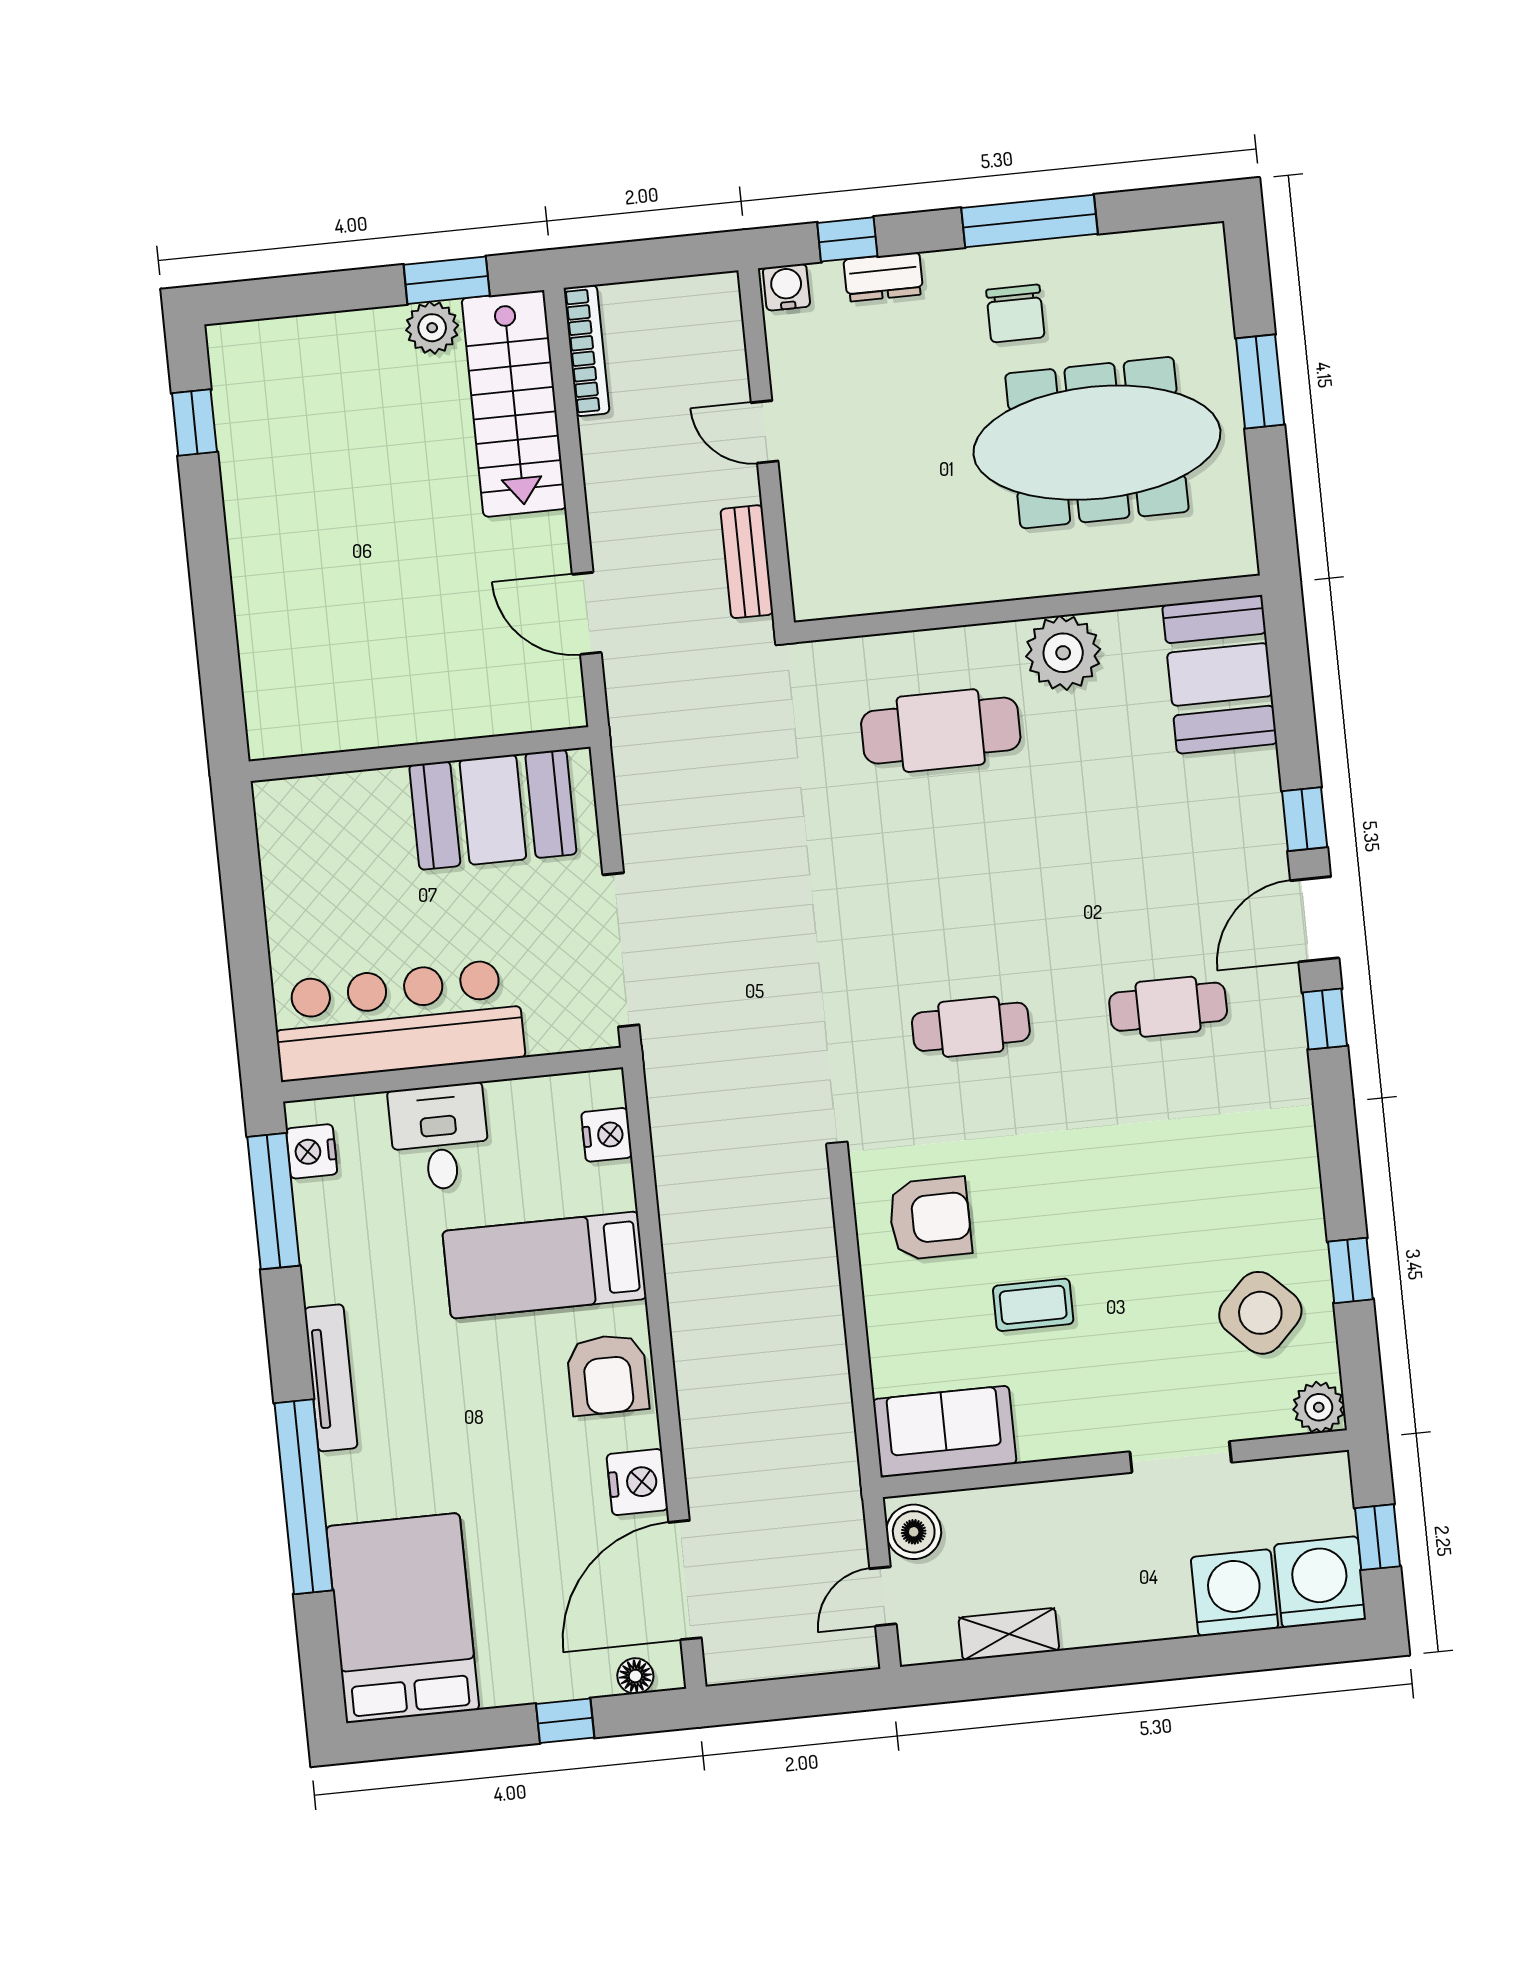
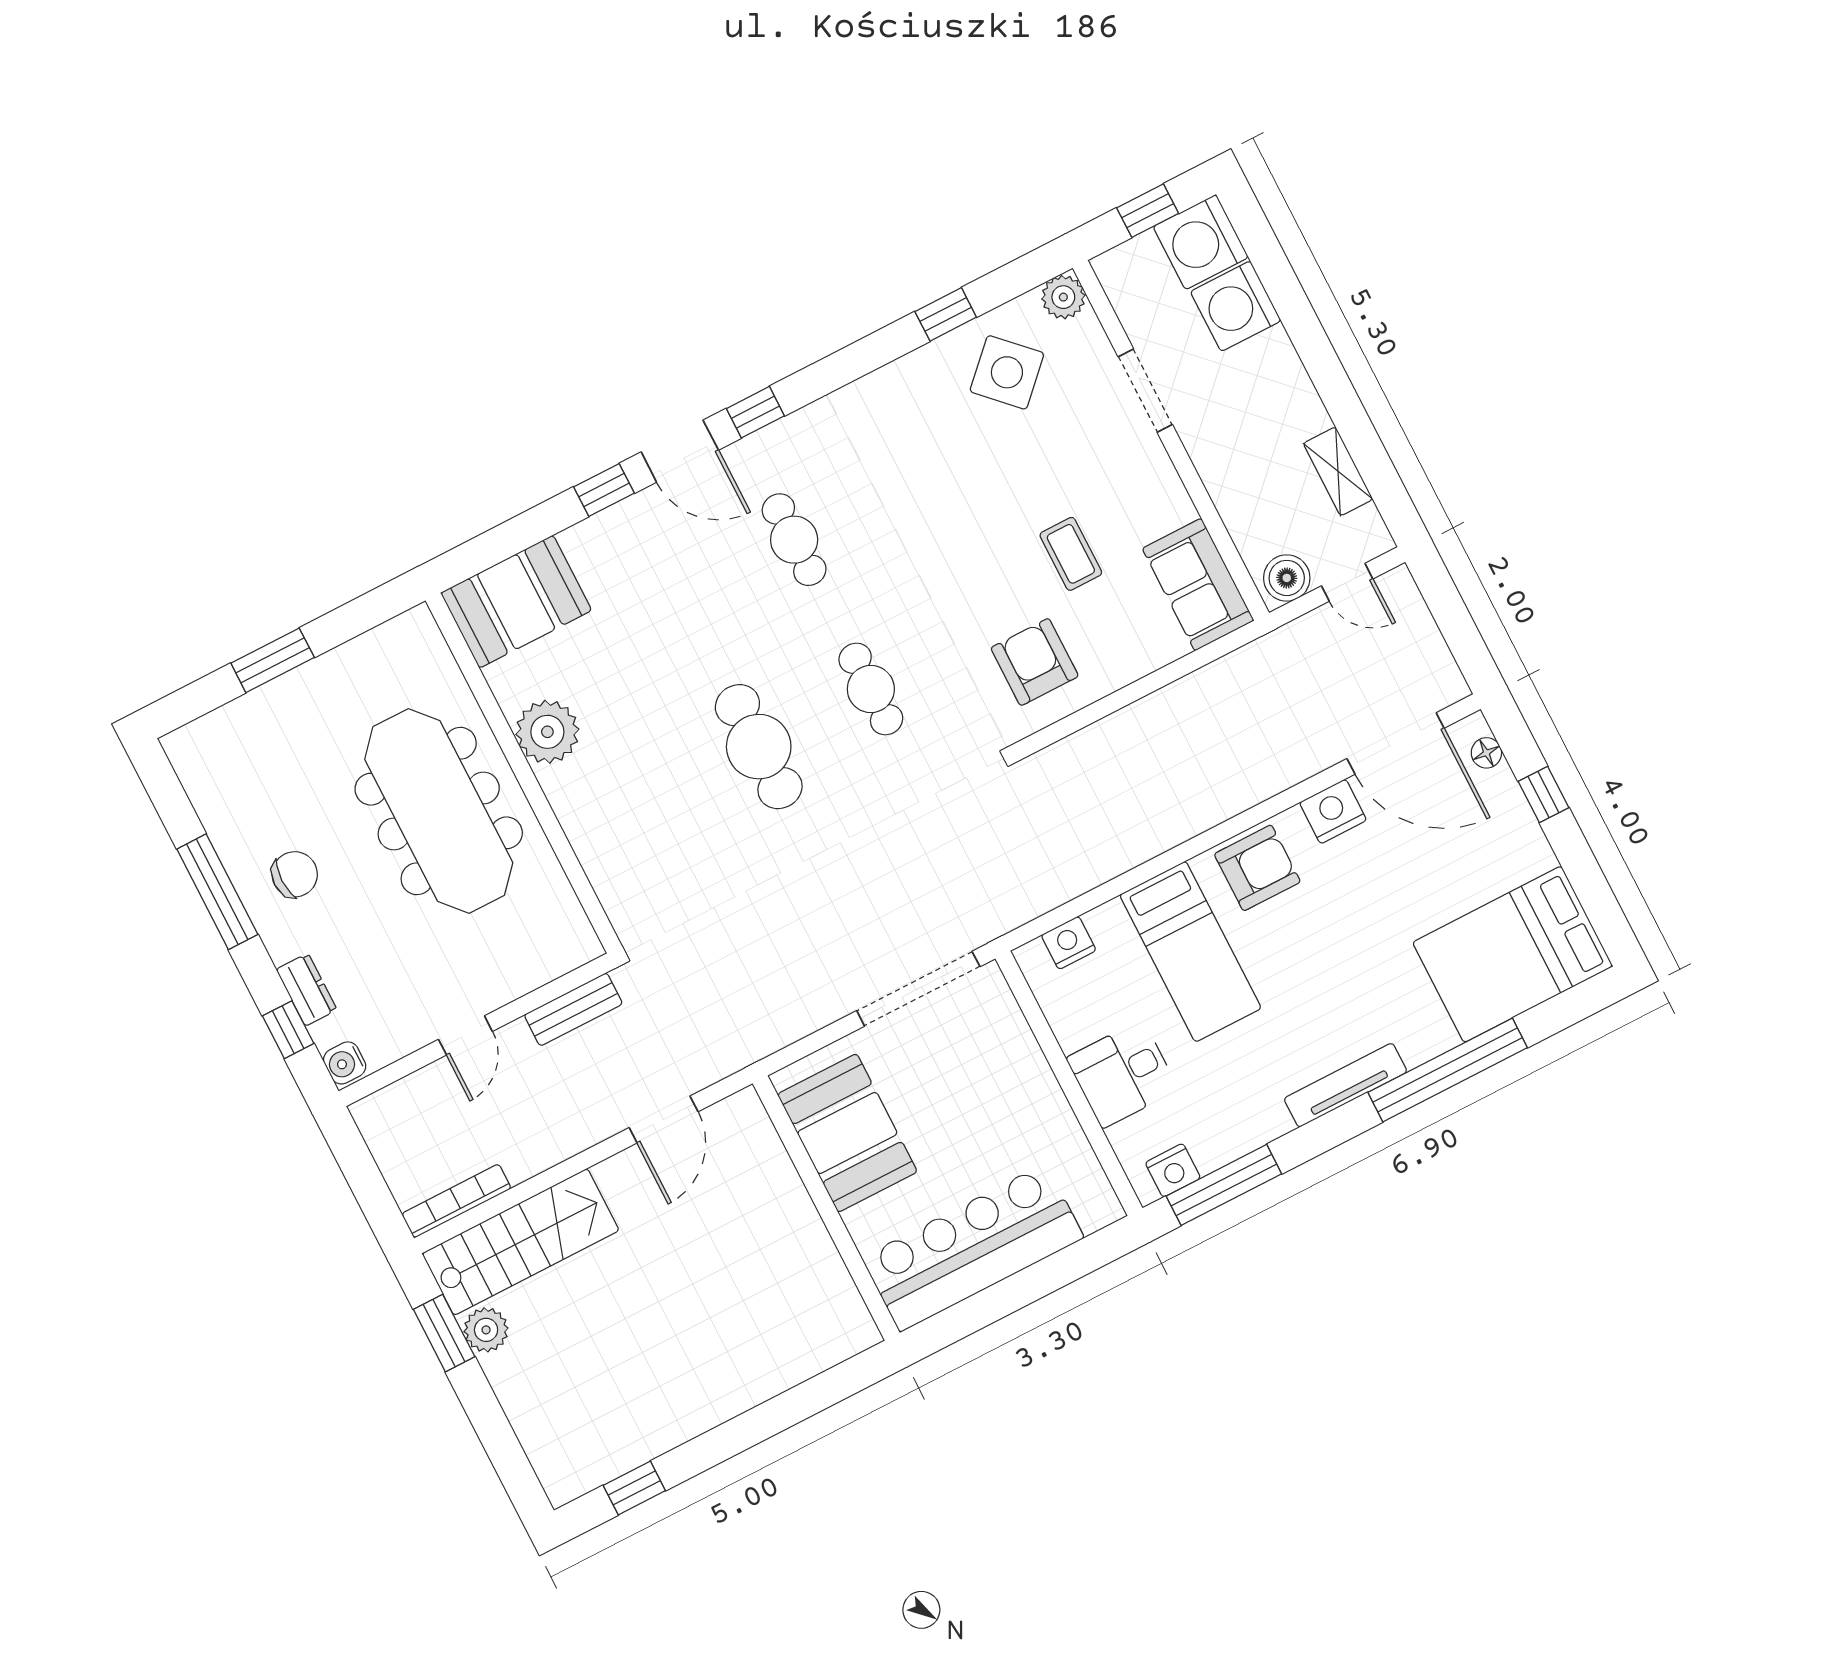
meeting table: (1097, 443) -> (439, 811), moved
cafe table: (941, 731) -> (759, 747), moved
bar counter: (398, 1020) -> (973, 1248), moved, turned 90

